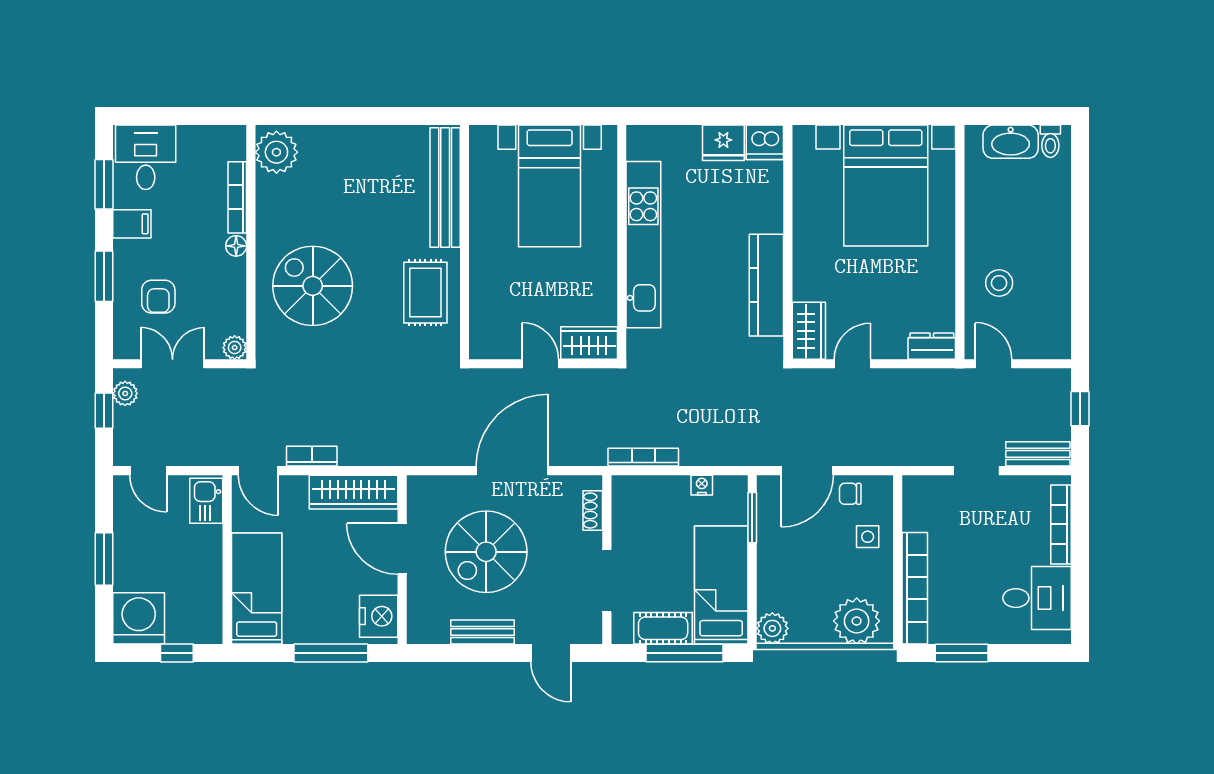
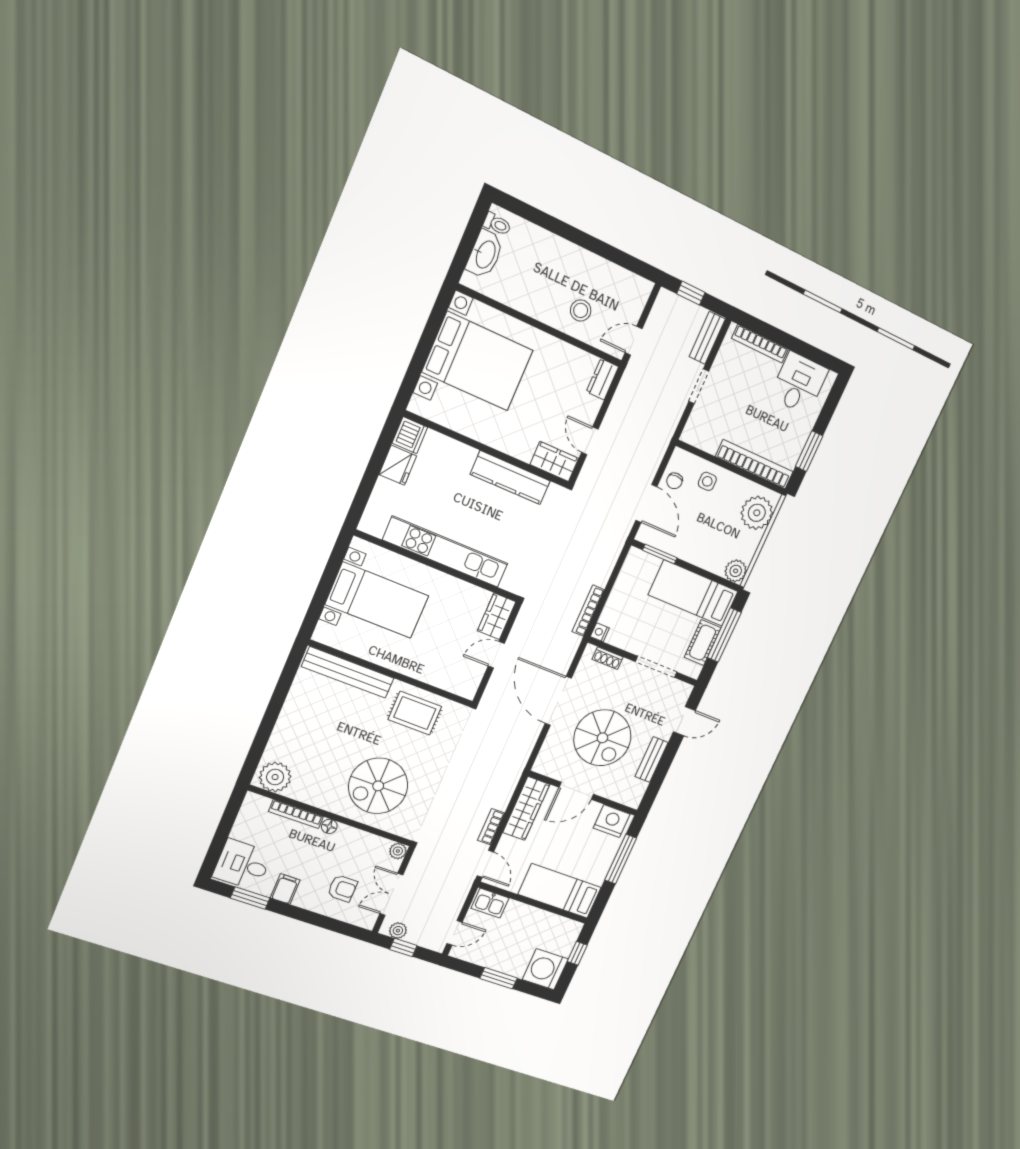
window: (104, 276) -> (314, 919), removed
door: (258, 471) -> (485, 864), hinge flipped
nightstand: (702, 485) -> (600, 632), moved

